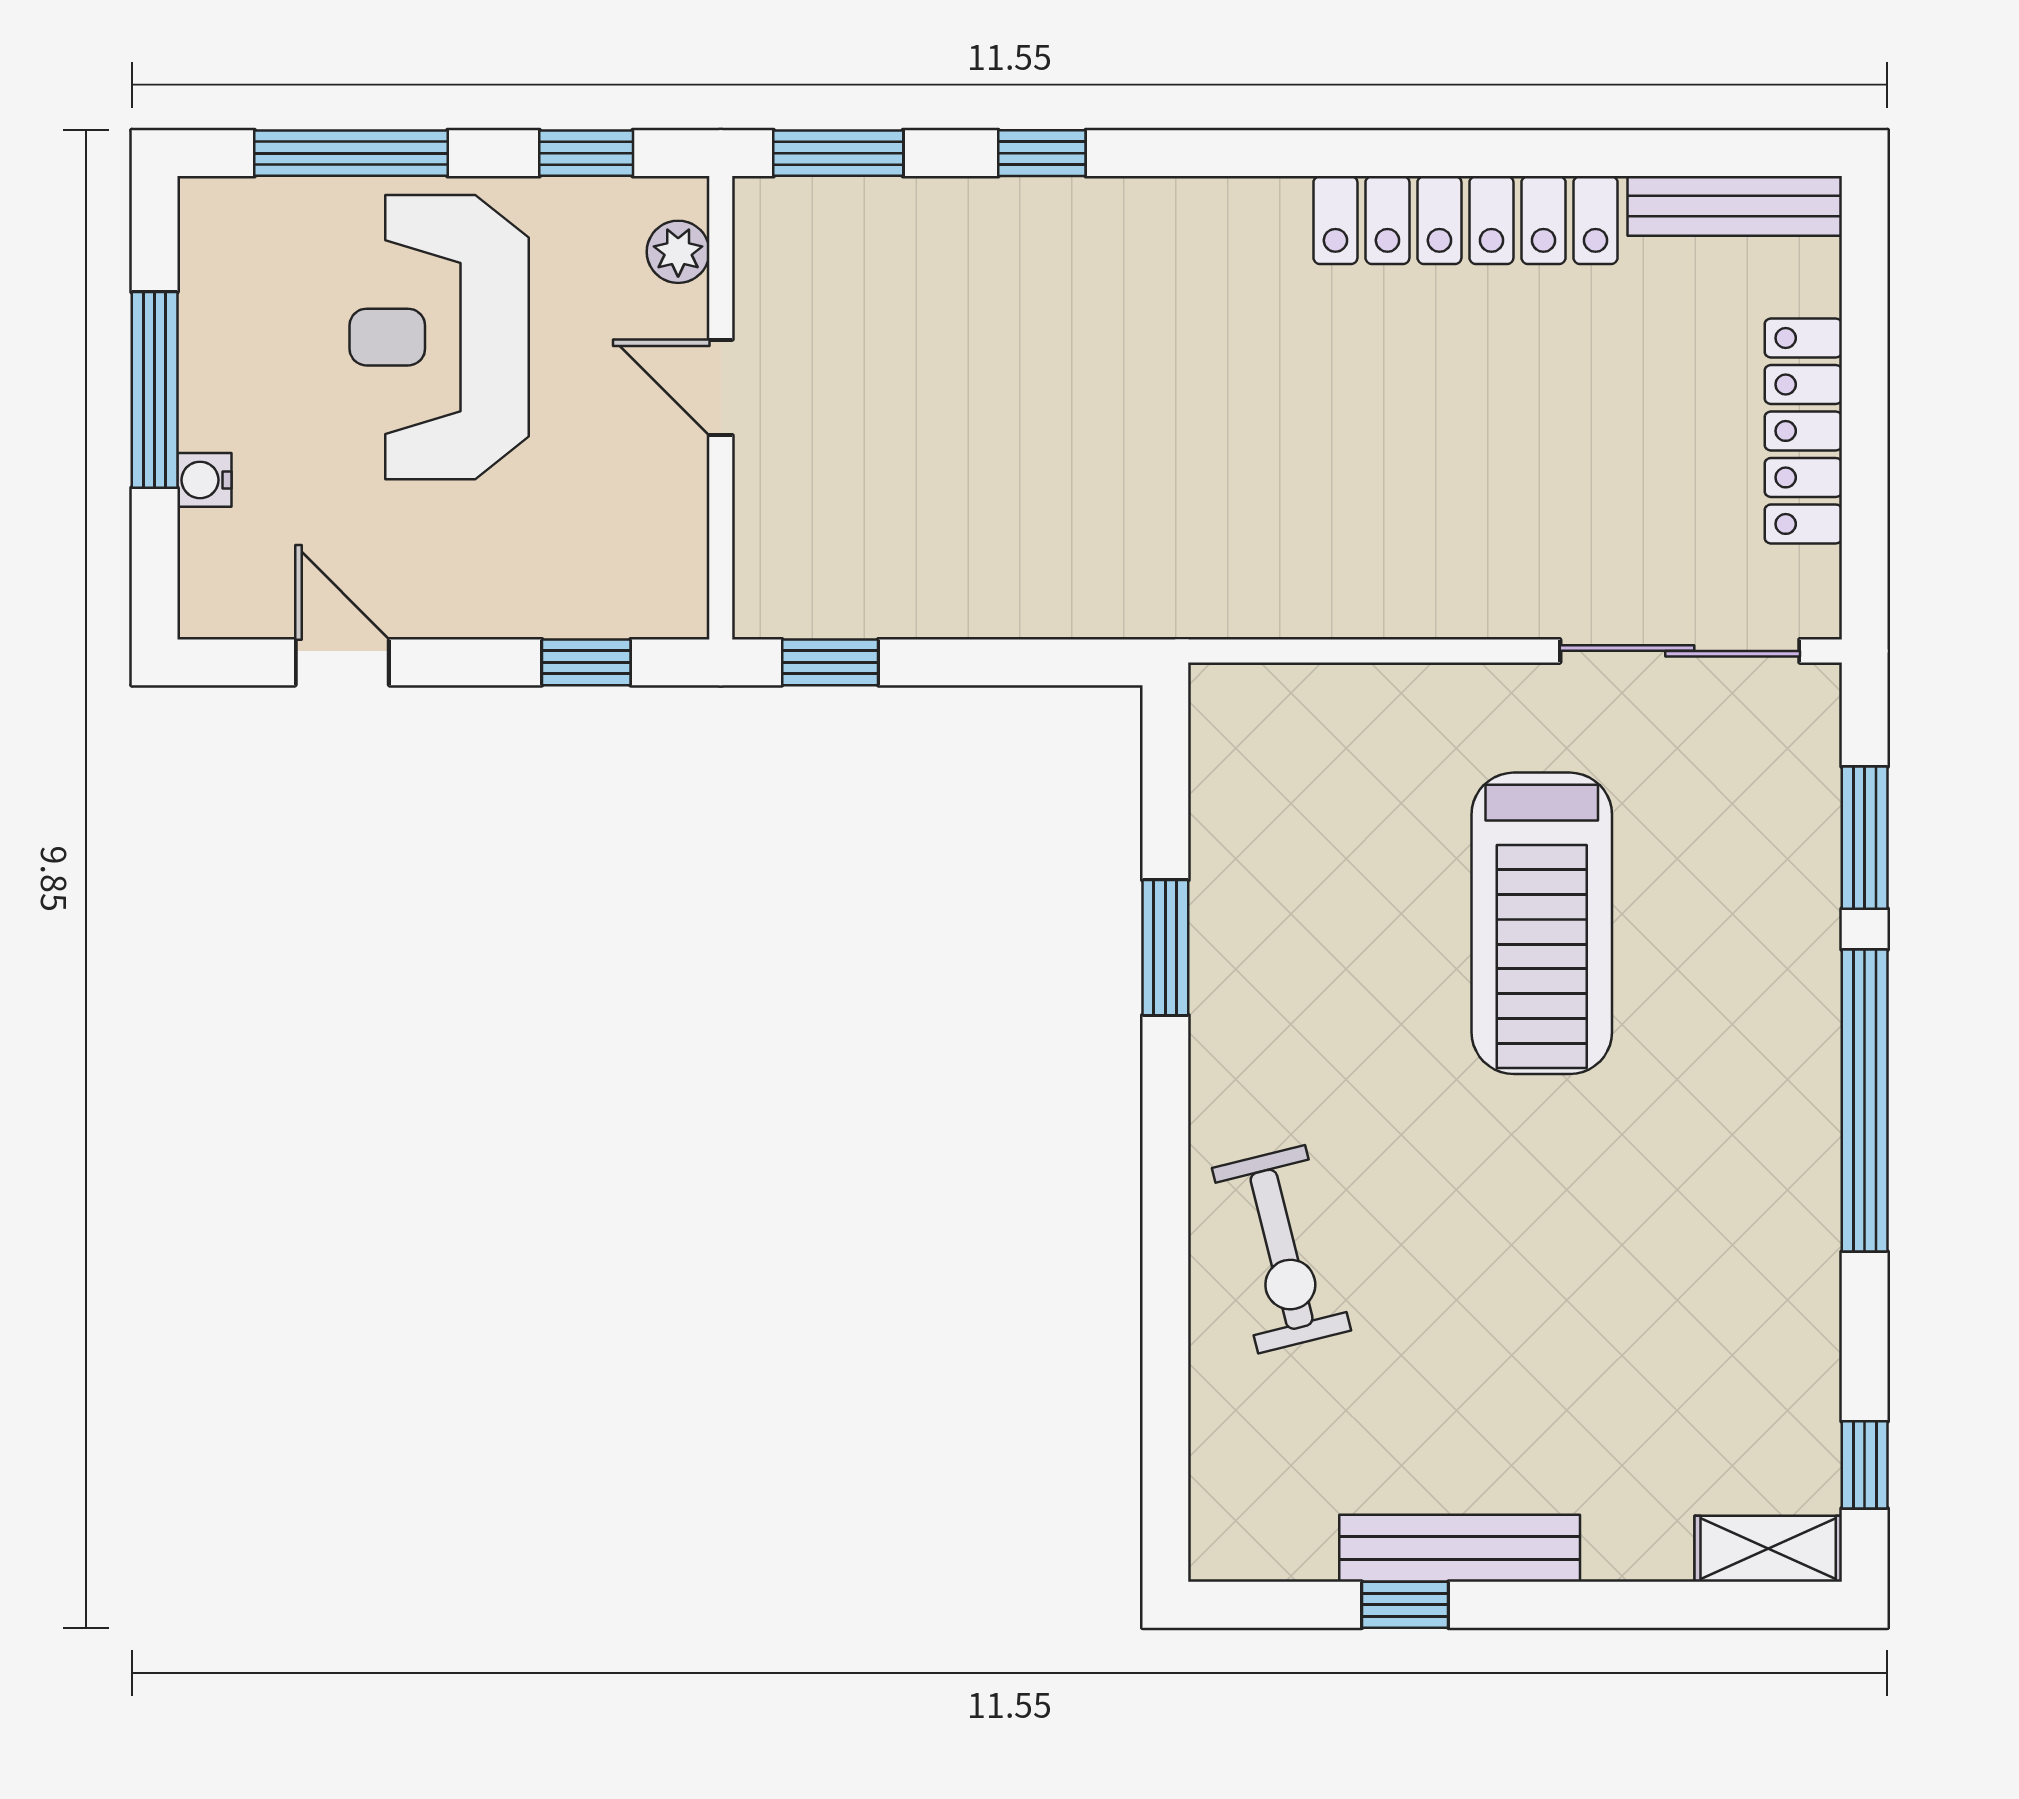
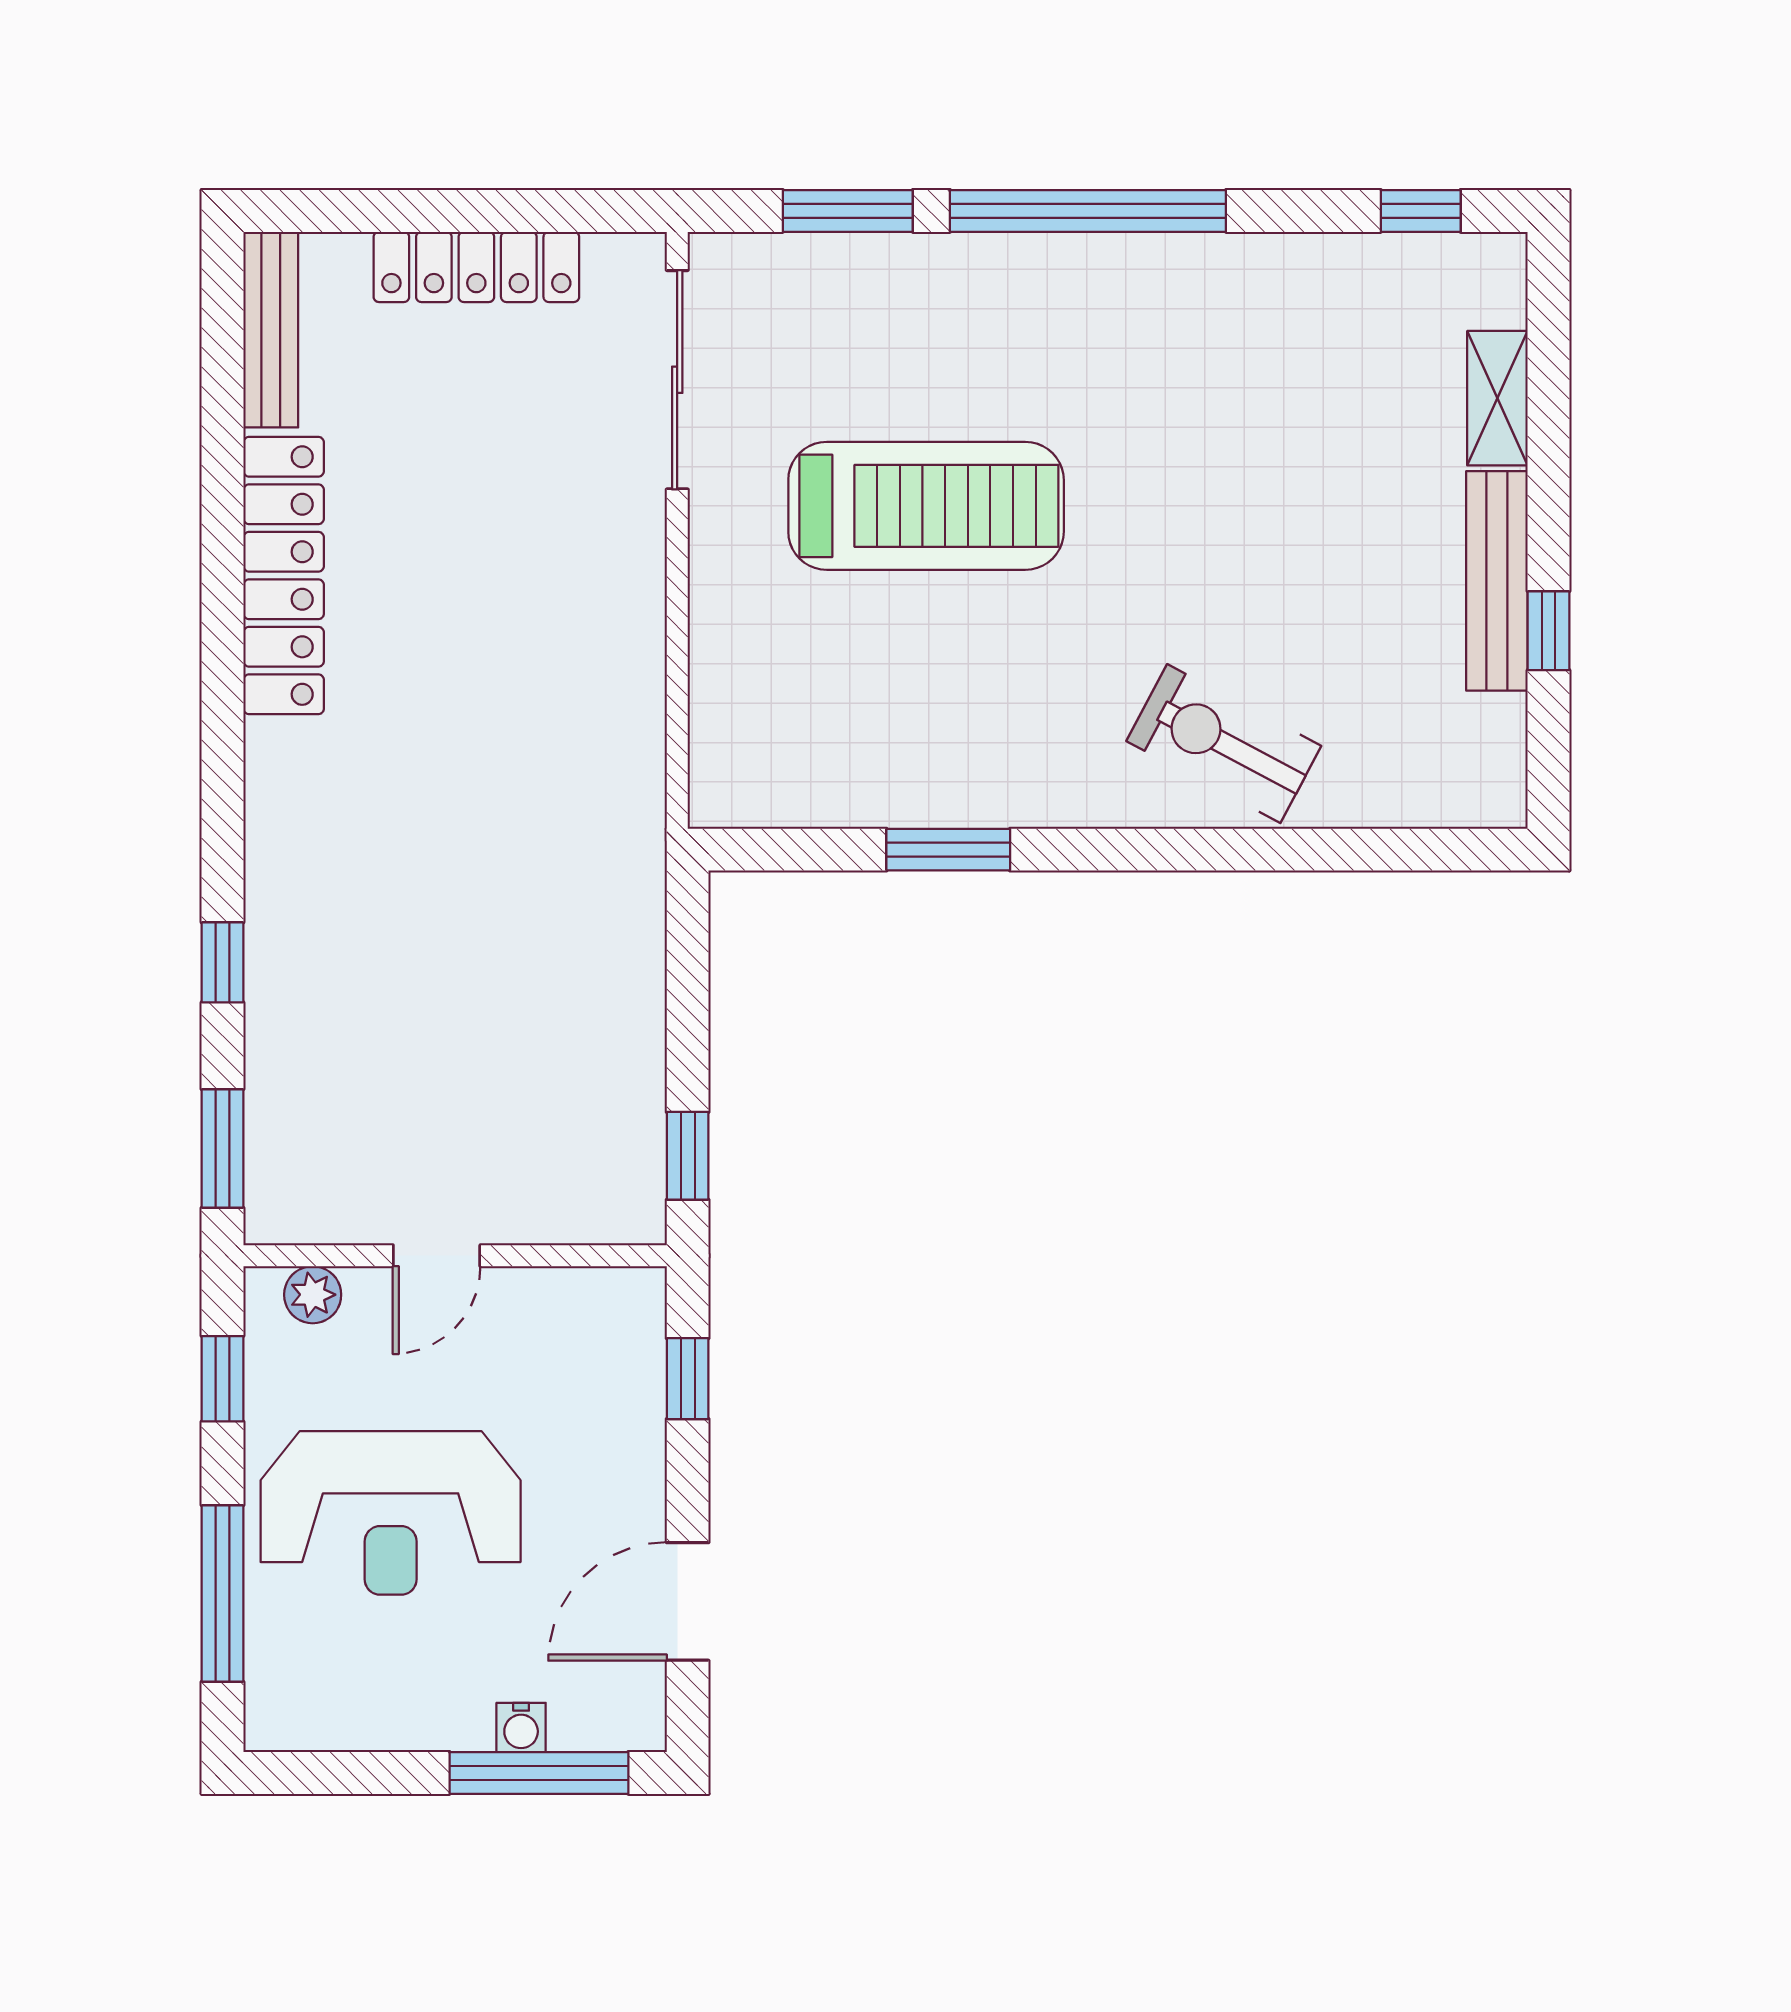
window: (155, 390) -> (539, 1773), moved
door: (342, 662) -> (688, 1601), width x1.38
exercise bike: (1282, 1249) -> (1224, 744), turned -138
shelving: (1768, 1549) -> (1497, 398), moved

